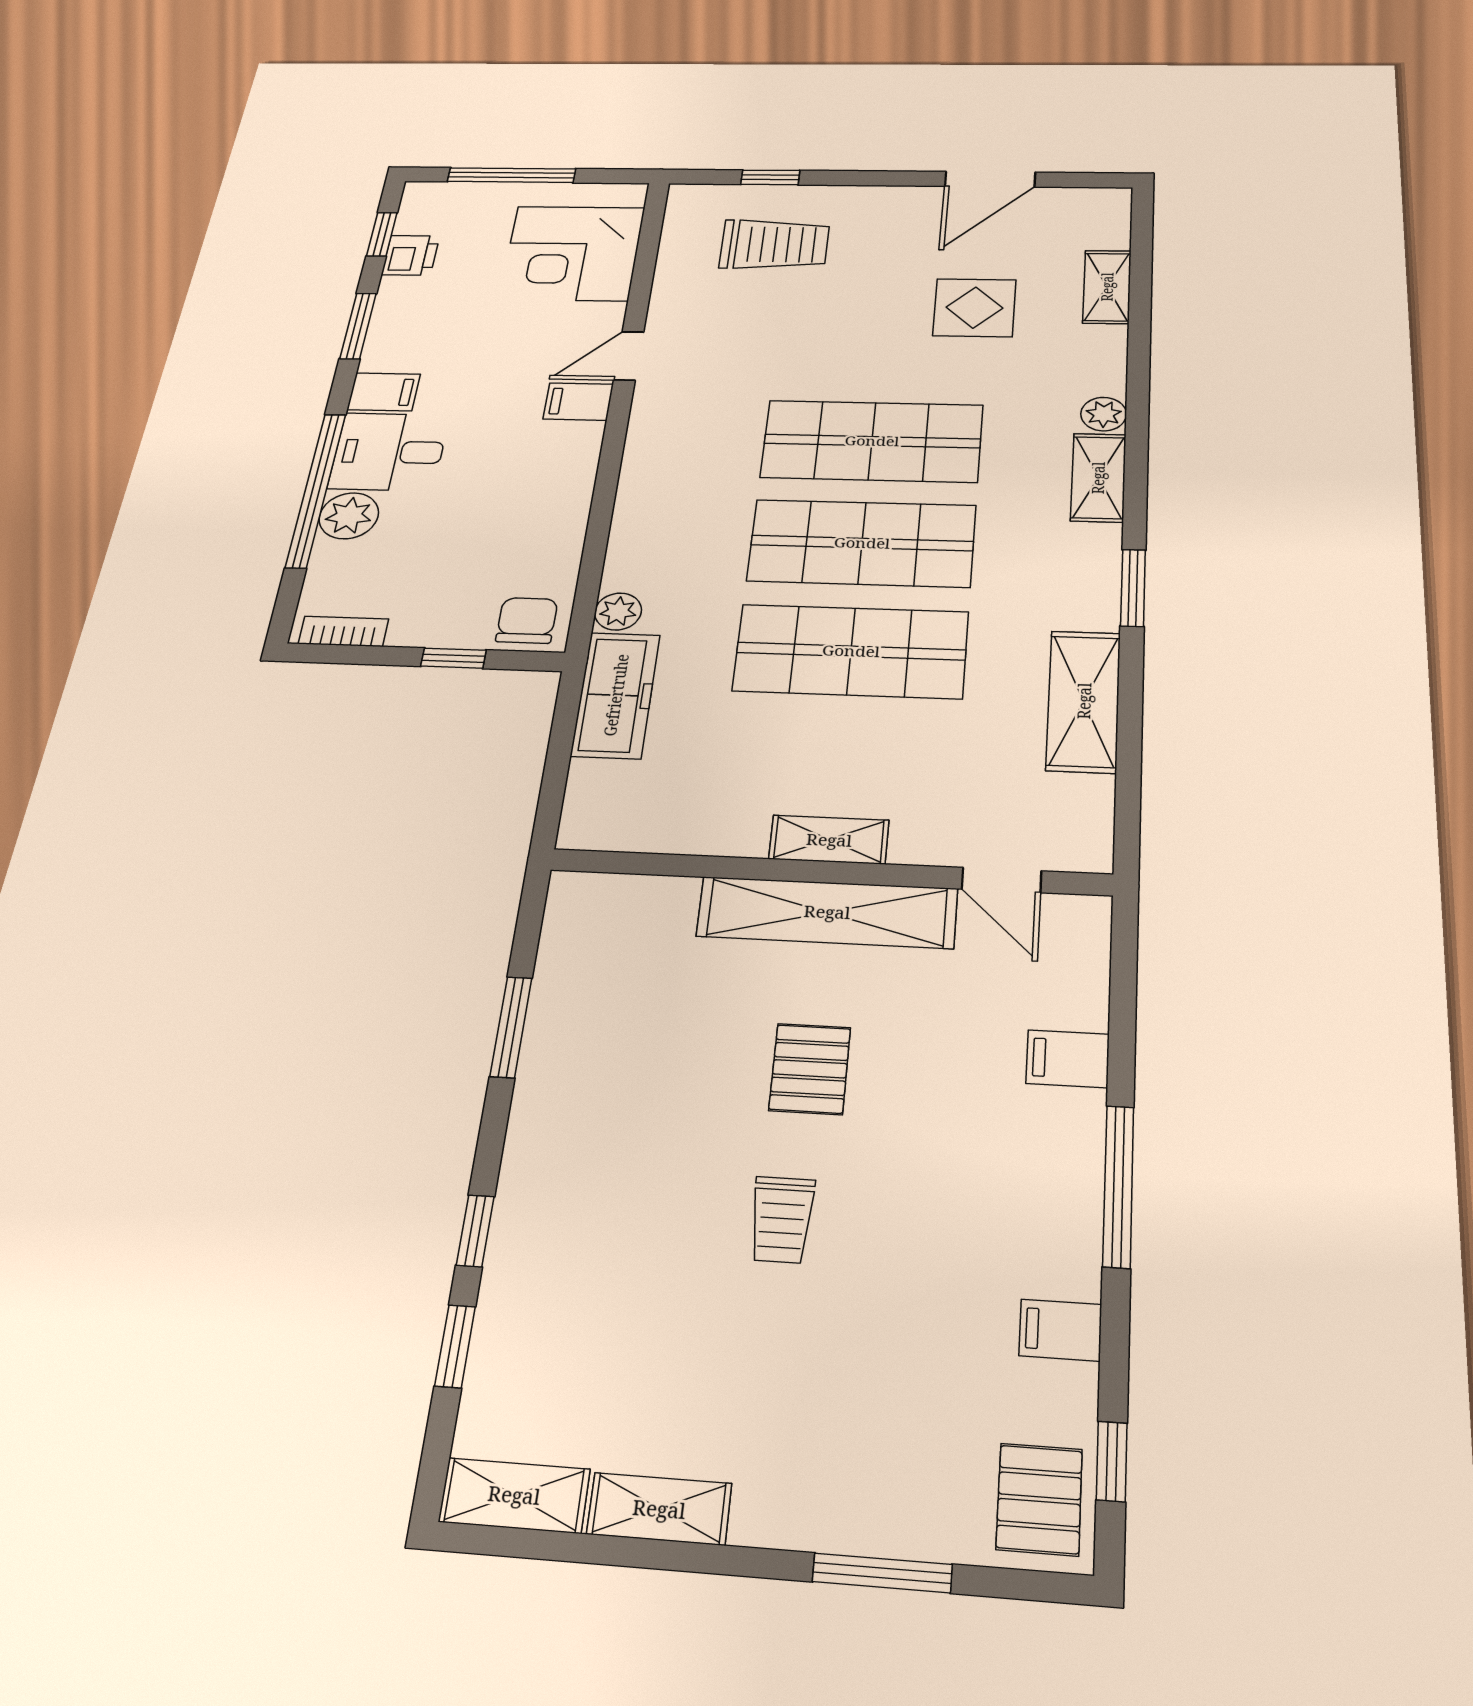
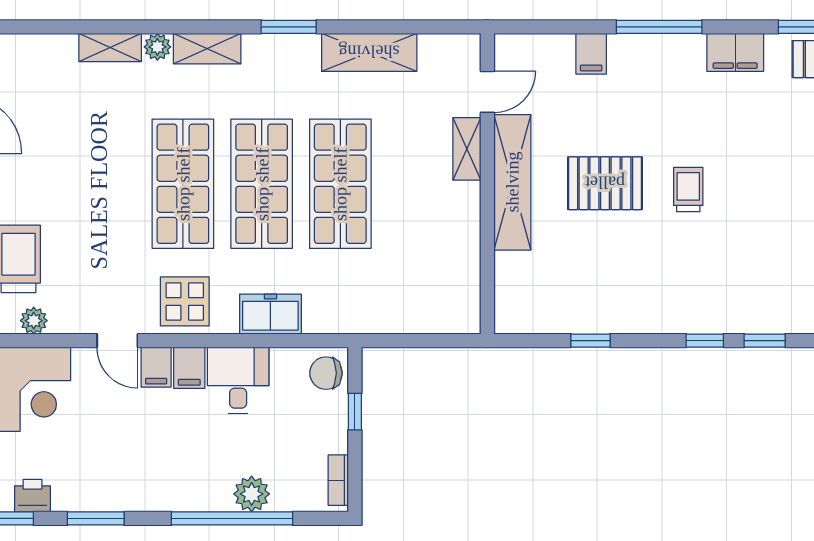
shelving: (1107, 287) -> (110, 47), moved
display table: (974, 308) -> (185, 301), moved
filing cabinet: (384, 392) -> (189, 368), moved, turned 180
desk: (389, 452) -> (238, 380), moved, turned 180
plant: (618, 612) -> (34, 321), moved
freezer: (616, 695) -> (270, 314), moved, width x0.71
shelving: (829, 840) -> (467, 149), moved
window: (511, 1027) -> (591, 341), width x0.67
pallet: (810, 1069) -> (605, 183), width x1.50, depth x1.42
trolley: (782, 1220) -> (688, 190), turned -90
filing cabinet: (1060, 1330) -> (735, 52), width x2.00

